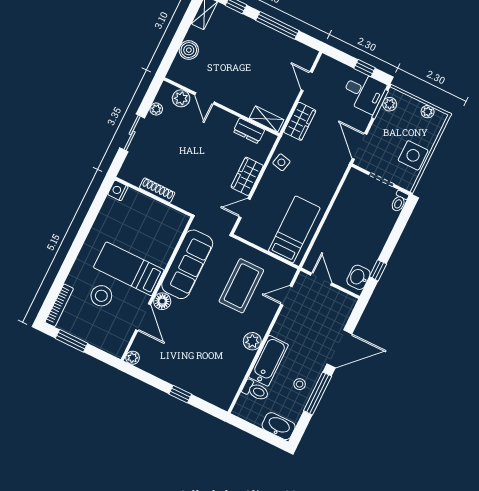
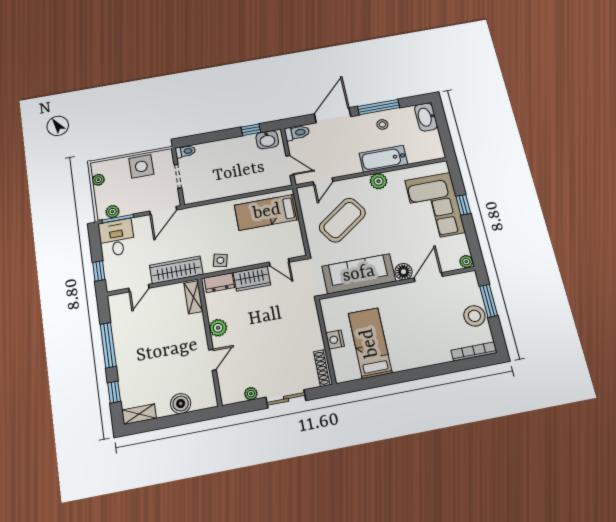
window: (365, 68) -> (99, 271), moved
plant: (181, 98) -> (218, 328), moved
wardrobe: (300, 121) -> (176, 270), width x1.50
dresser: (249, 131) -> (219, 283), moved, turned 90
nightstand: (118, 190) -> (335, 340), moved, turned 90
shoe rack: (157, 190) -> (323, 368), moved
bed: (129, 269) -> (370, 343), moved, turned 180
door: (321, 279) -> (290, 165), swing flipped
coffee table: (241, 286) -> (342, 220), turned -35
door: (286, 295) -> (323, 181), hinge flipped
stool: (101, 296) -> (474, 316), moved
window: (72, 341) -> (489, 301), moved
door: (339, 349) -> (333, 115), hinge flipped
corner sofa: (196, 370) -> (435, 206), added
toilet: (256, 391) -> (297, 133), moved, turned 90

